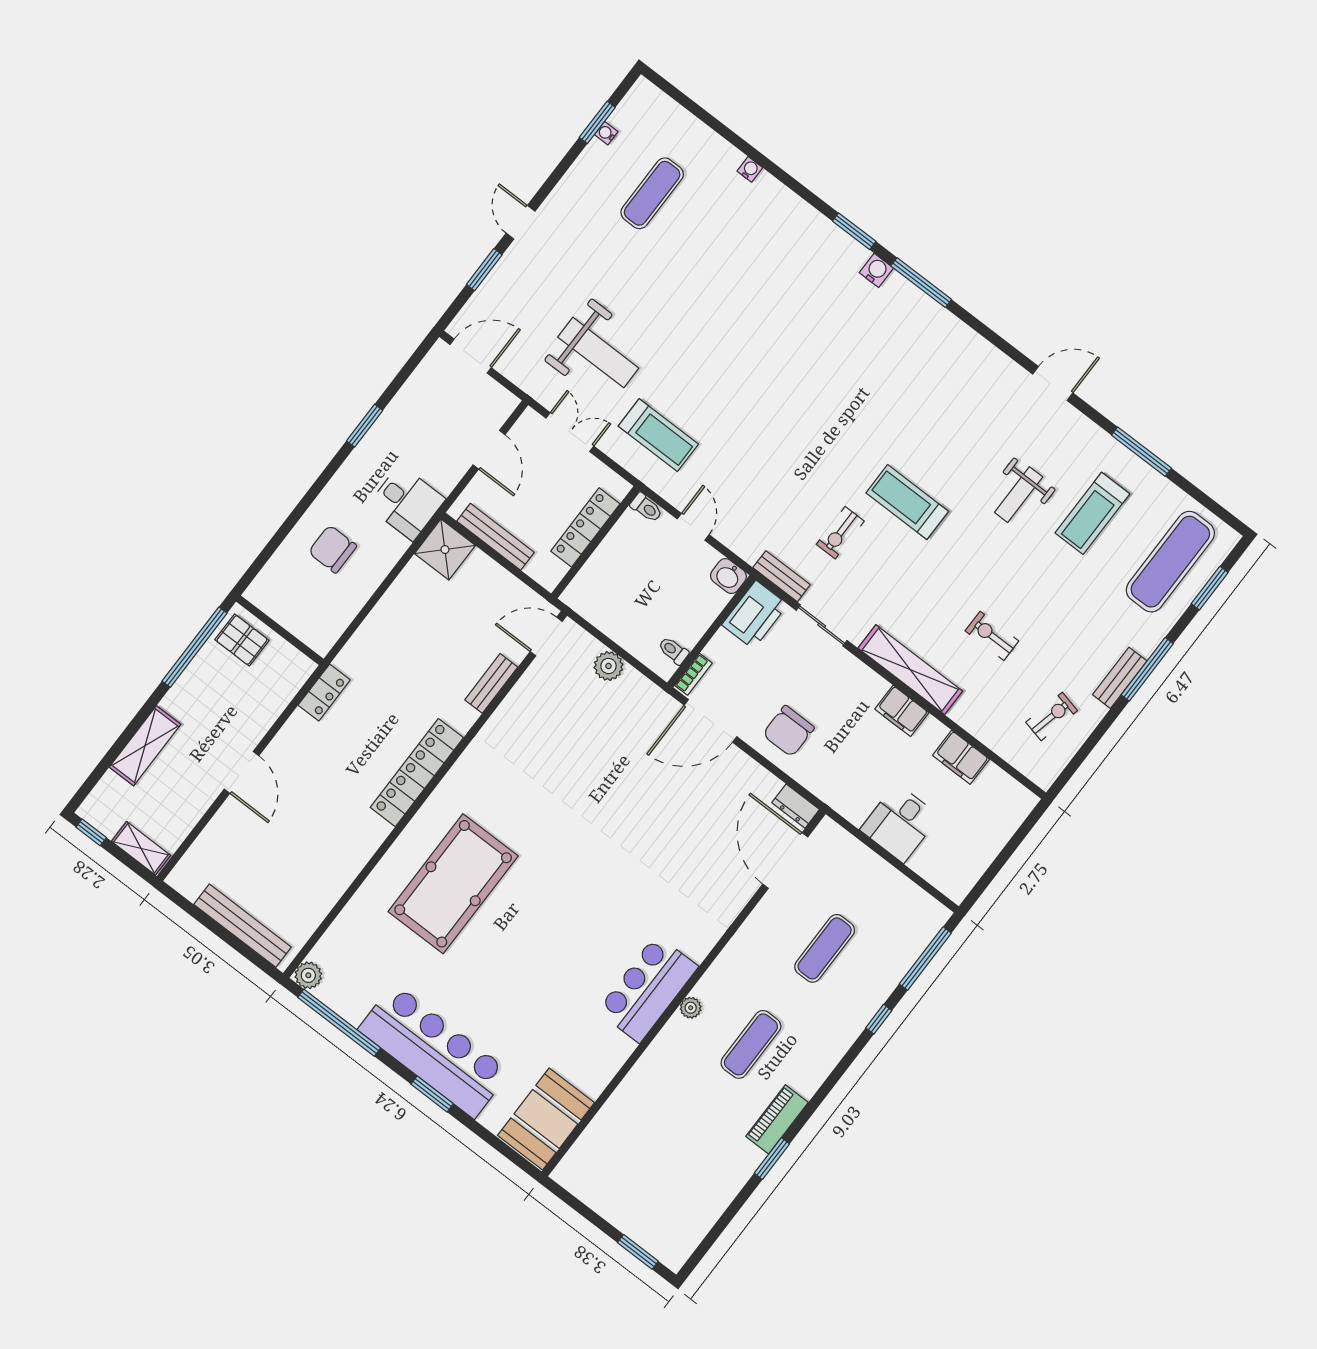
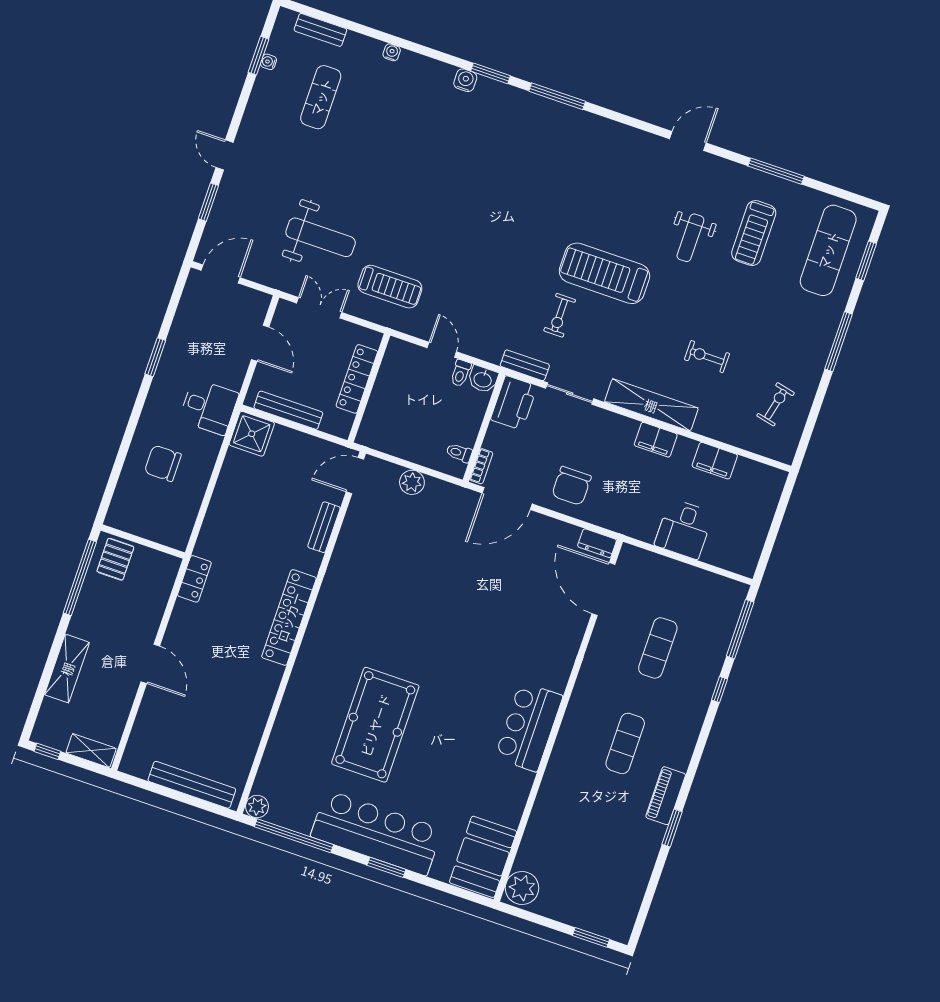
water cooler: (876, 270) -> (465, 80), moved
treadmill: (907, 502) -> (604, 273), width x1.37, depth x1.38
toilet: (646, 508) -> (461, 373), moved, turned 90
pallet: (242, 640) -> (115, 559), turned 90
bench: (1120, 678) -> (320, 30), moved, turned 90
pool table: (453, 884) -> (375, 725), moved
plant: (691, 1008) -> (522, 888), moved, width x1.88, depth x1.88

